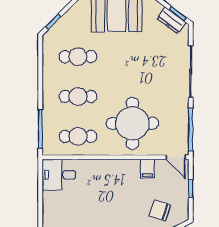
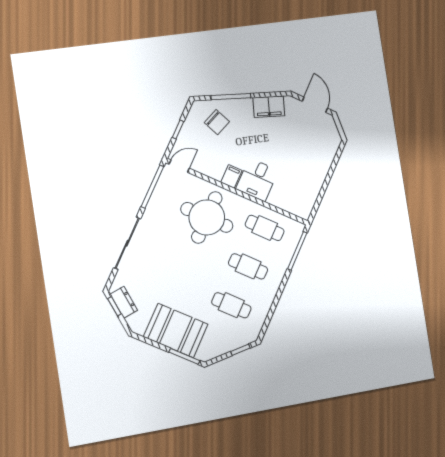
door: (176, 157) -> (179, 166), hinge flipped
filing cabinet: (147, 169) -> (231, 176), moved
desk: (59, 175) -> (257, 180), moved, turned 90

